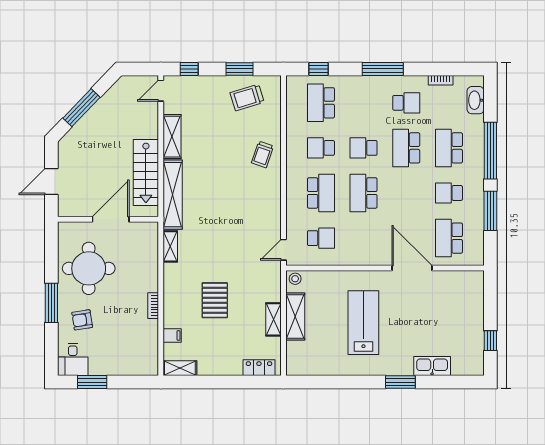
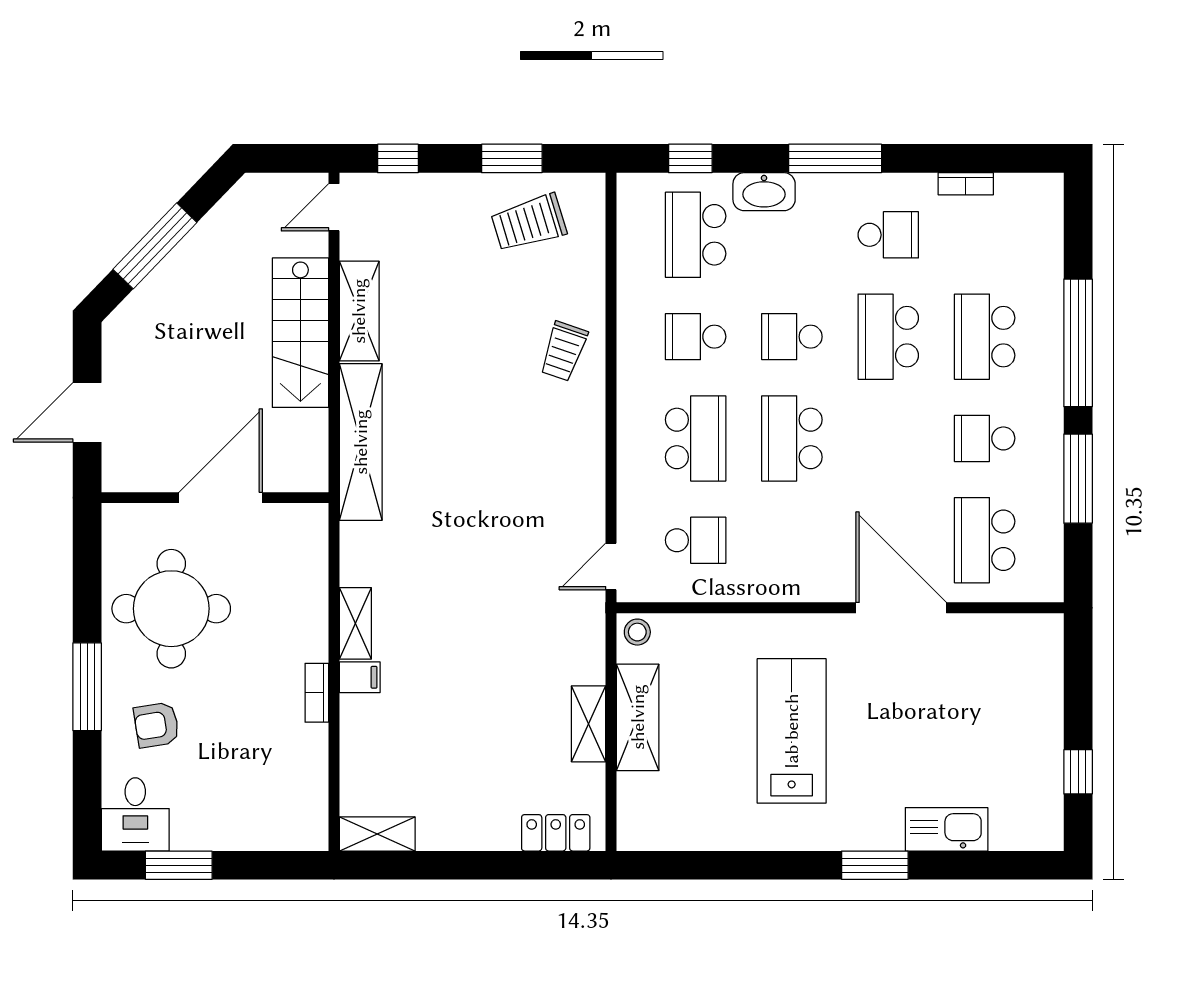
washbasin: (476, 100) -> (764, 192), moved, turned -90
stairs: (146, 173) -> (300, 333), moved
shelving: (170, 246) -> (355, 623), moved
pallet: (215, 300) -> (456, 681), removed
filing cabinet: (172, 335) -> (360, 677), moved

